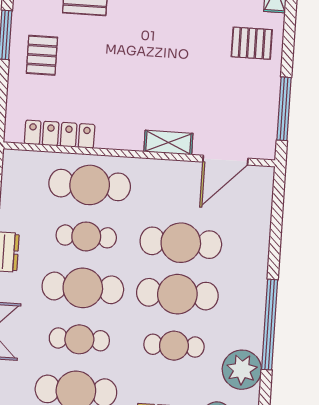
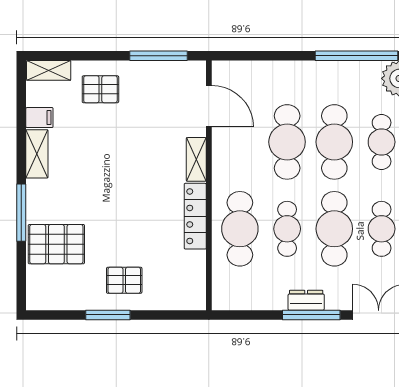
pallet: (252, 43) -> (100, 89), turned 90
locker: (60, 134) -> (195, 216), moved

